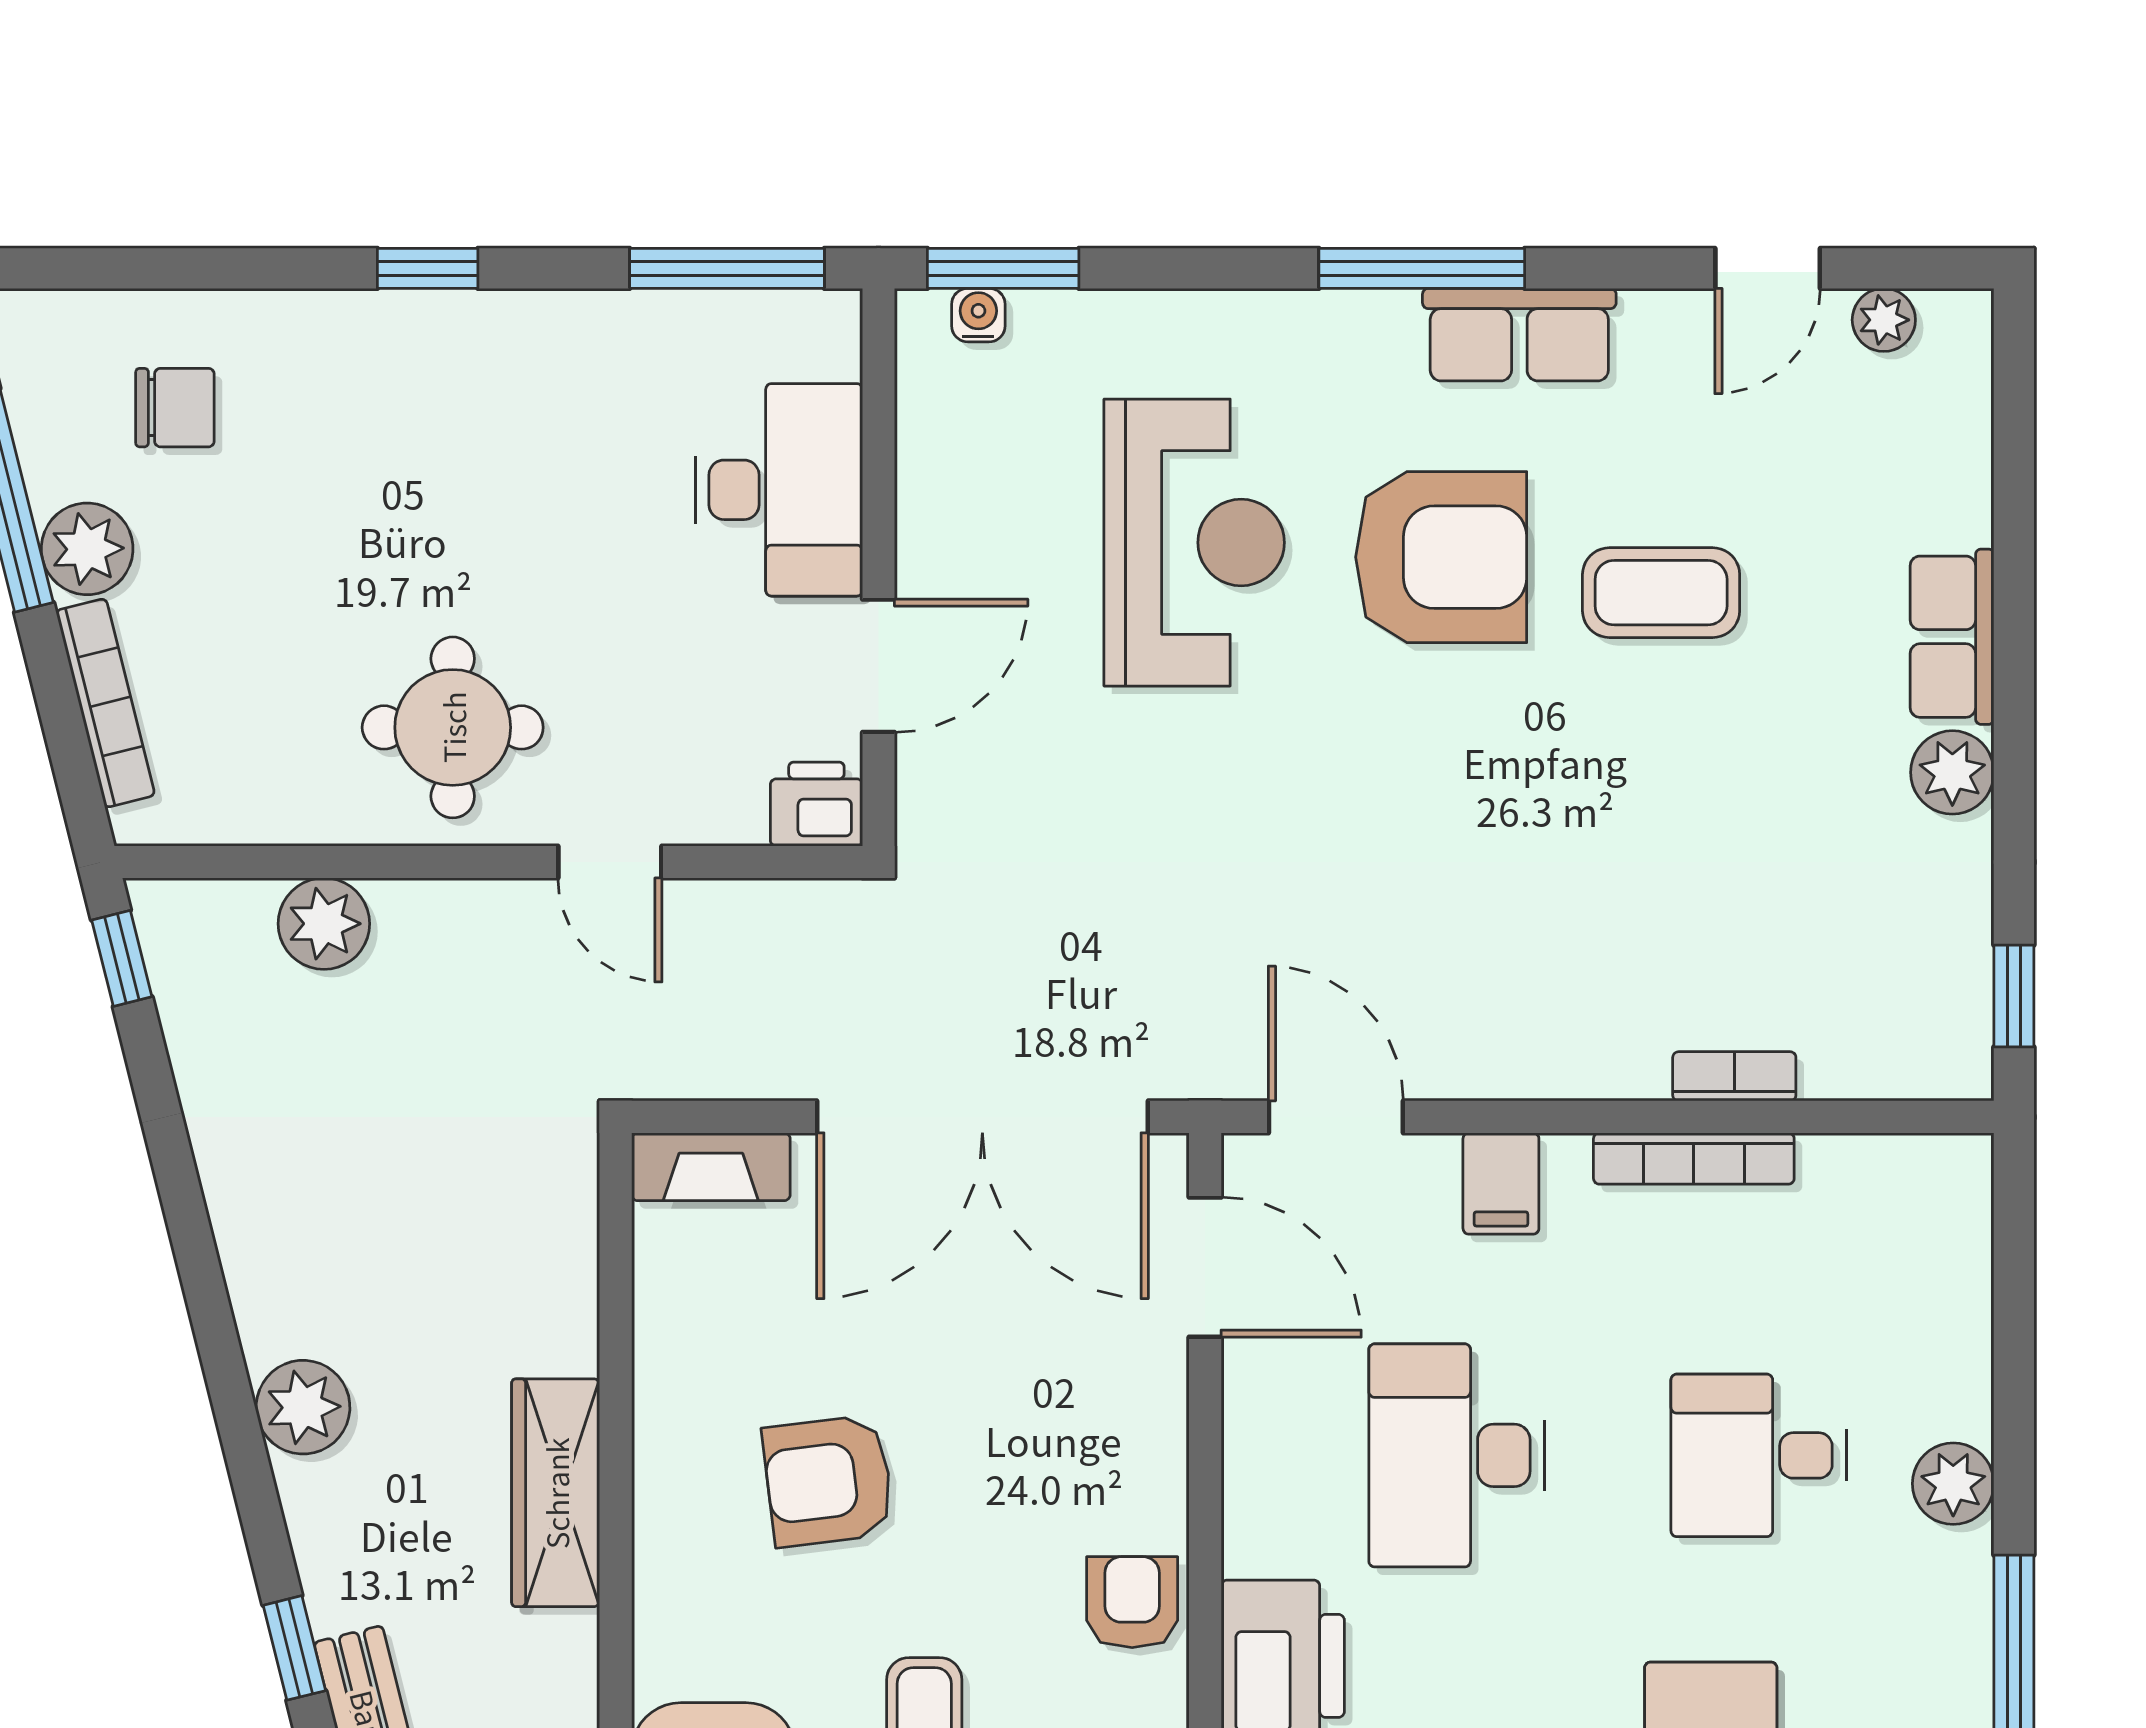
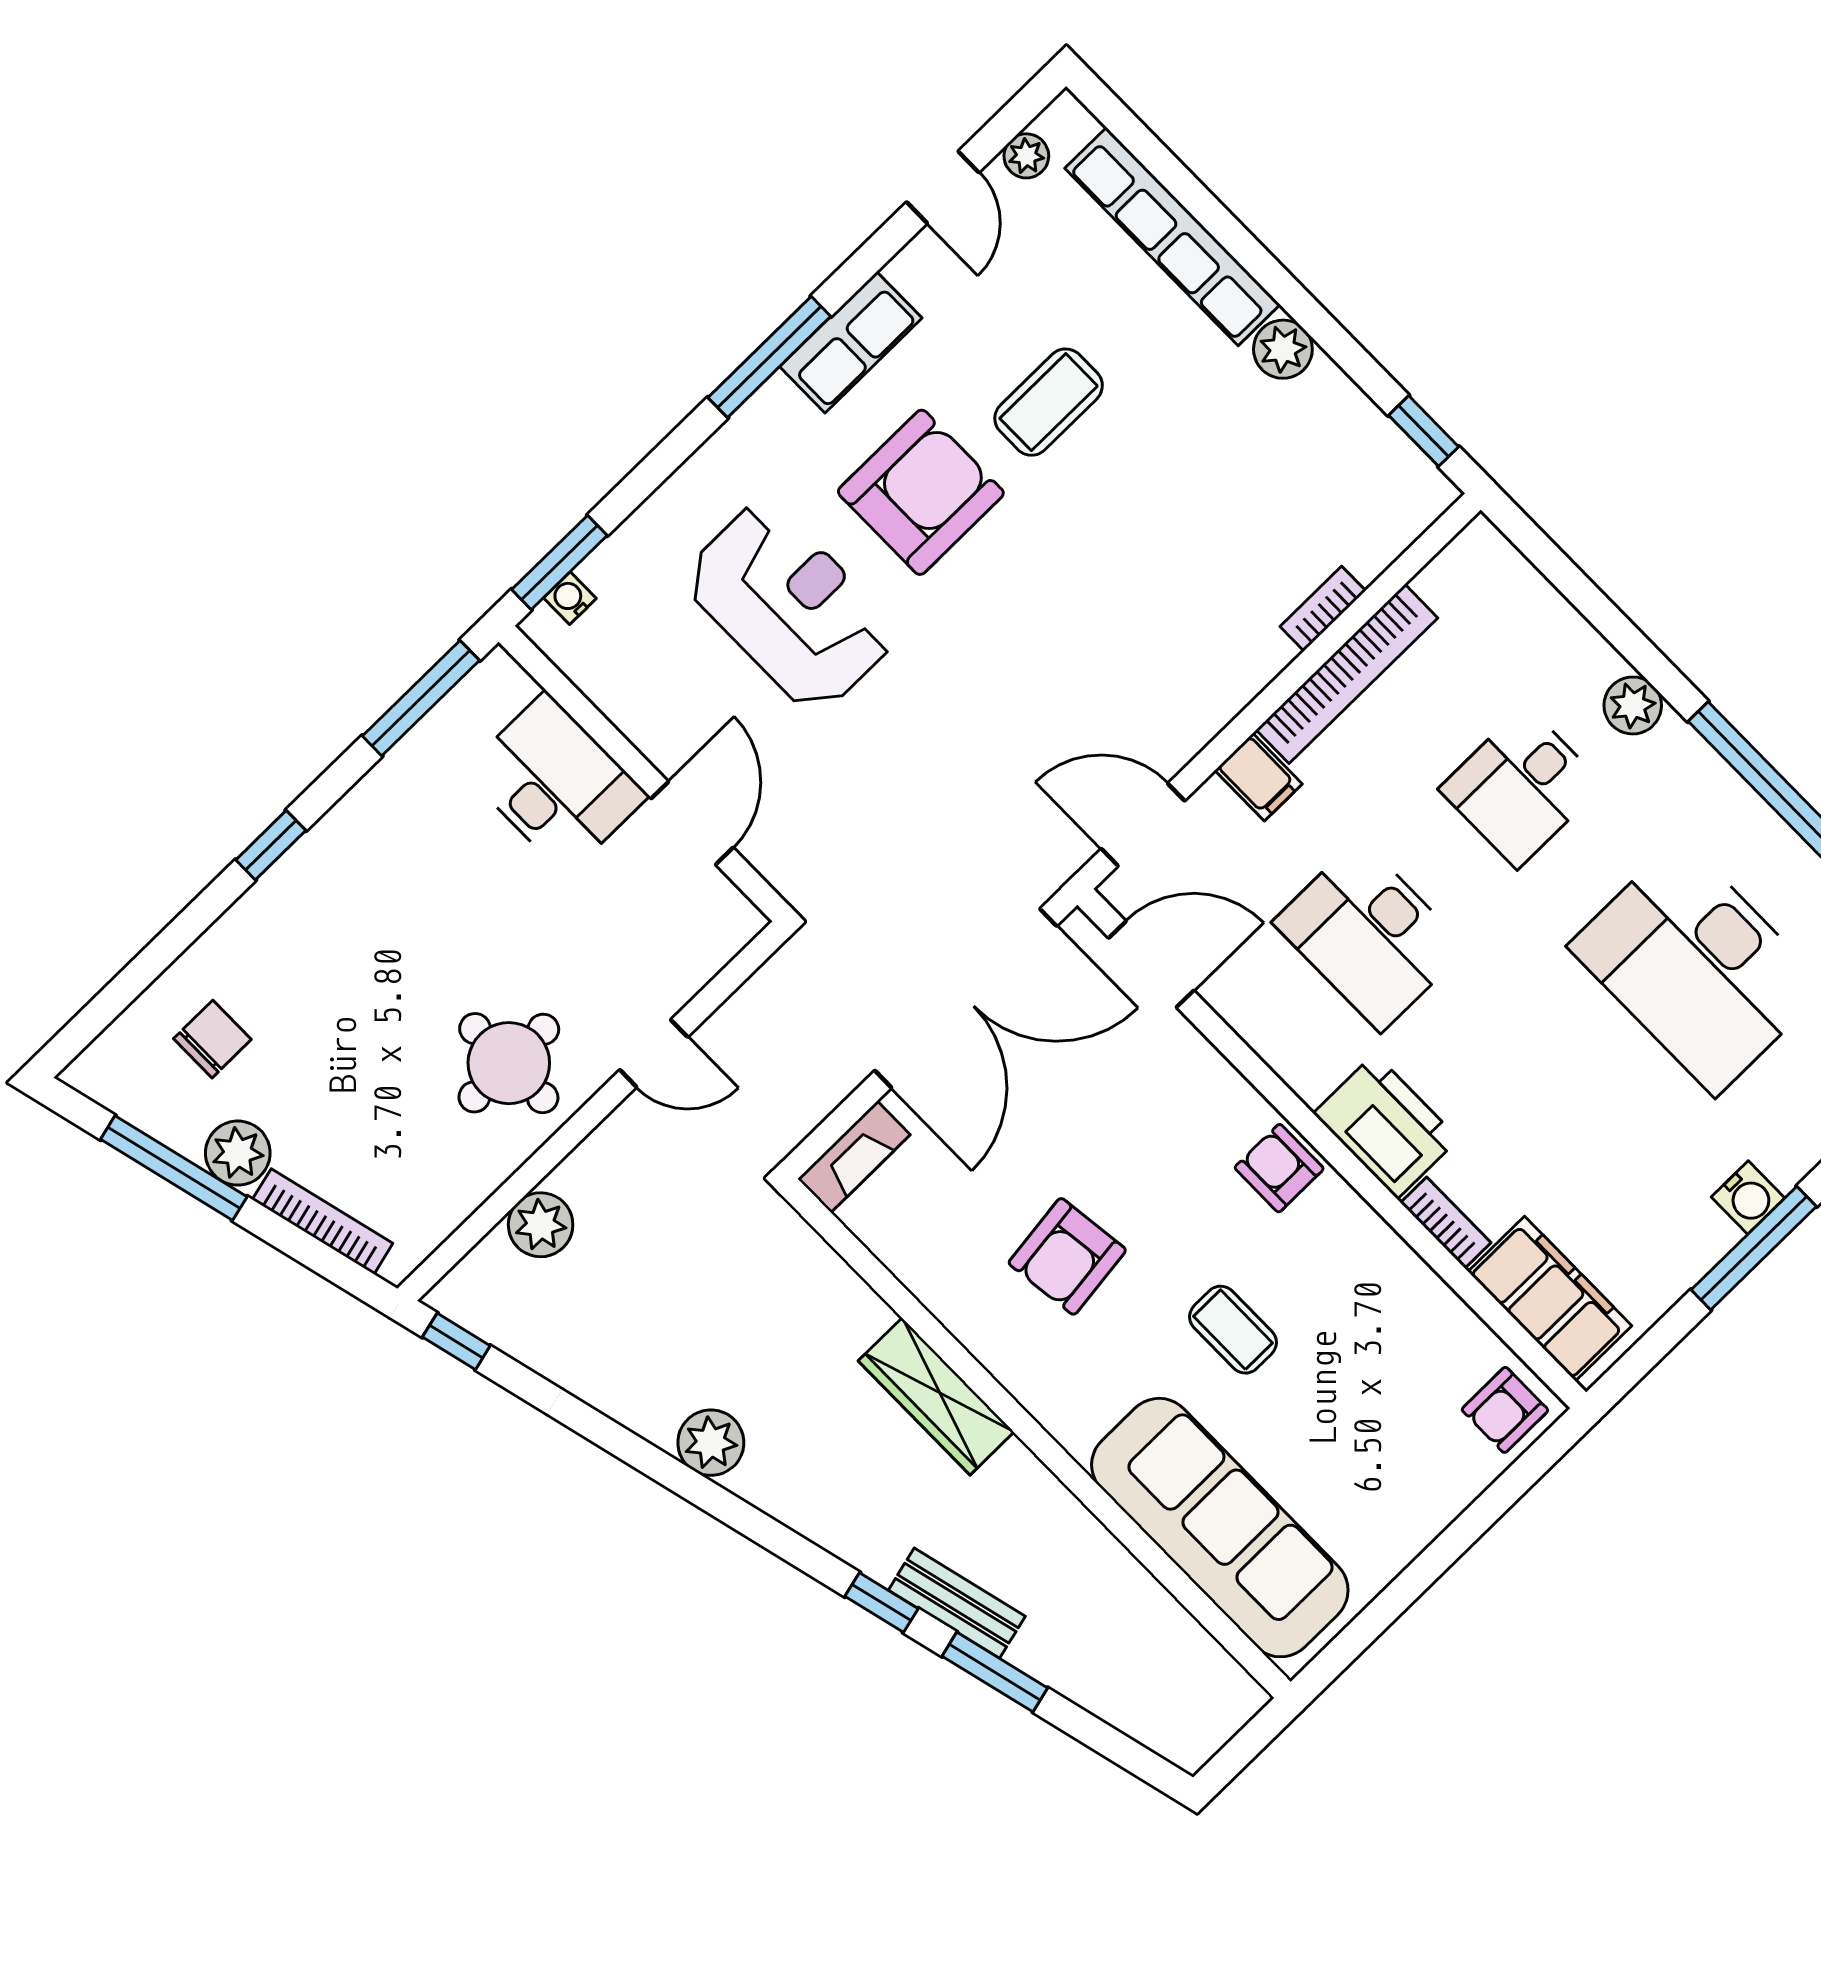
row of seats: (1952, 637) -> (1172, 237), width x2.02
printer: (816, 804) -> (729, 923), removed
bookcase: (1694, 1159) -> (1347, 674), width x1.48, depth x1.31
plant: (303, 1407) -> (711, 1443), moved

